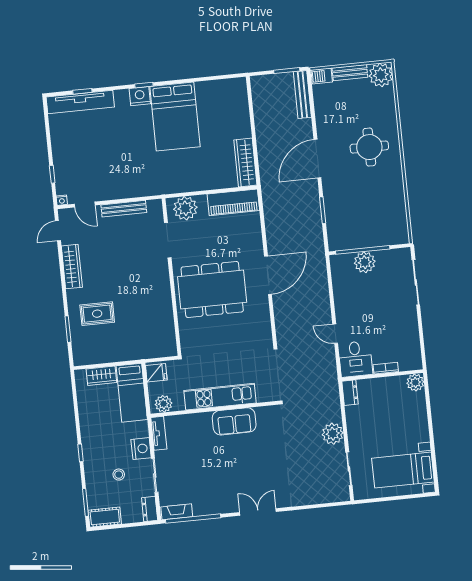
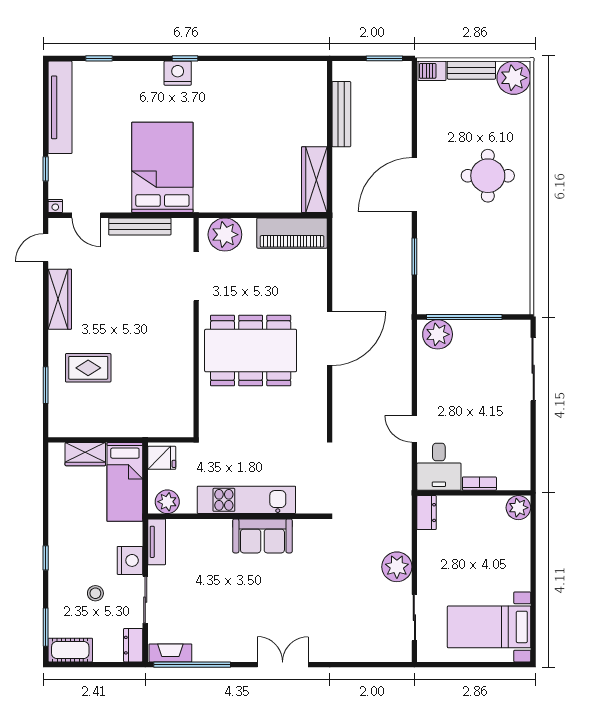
bench: (302, 95) -> (341, 114), moved
tv unit: (80, 102) -> (60, 107), moved, turned -90
bed: (175, 117) -> (162, 167), moved, turned 180
plant: (365, 262) -> (438, 334), moved

